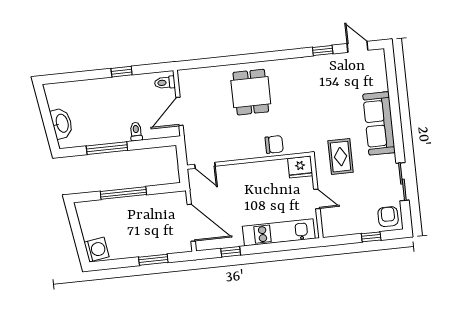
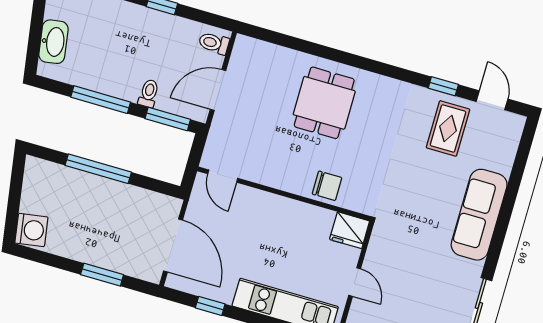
window: (155, 143) -> (168, 119), added
rug: (341, 157) -> (448, 128), moved

